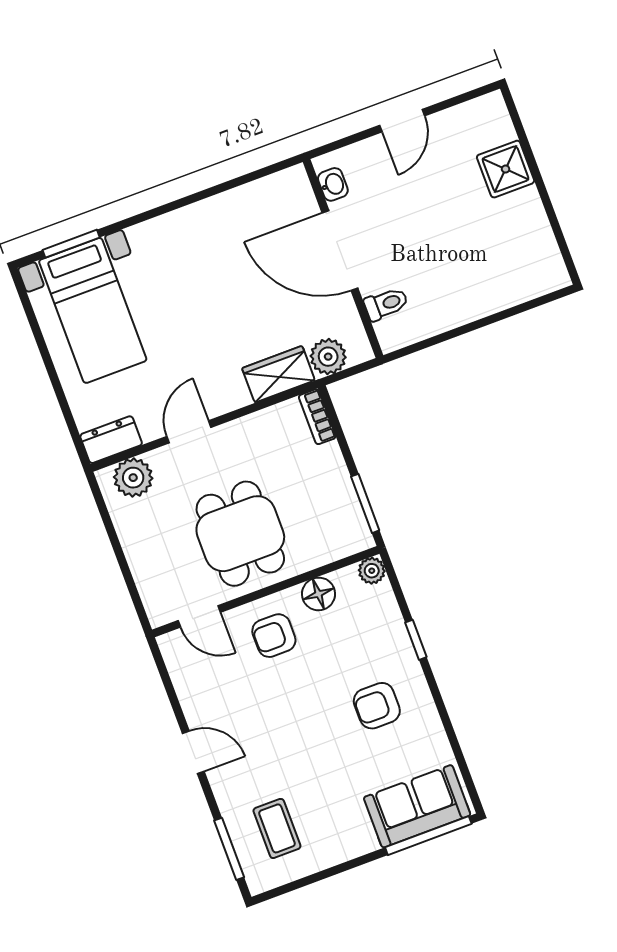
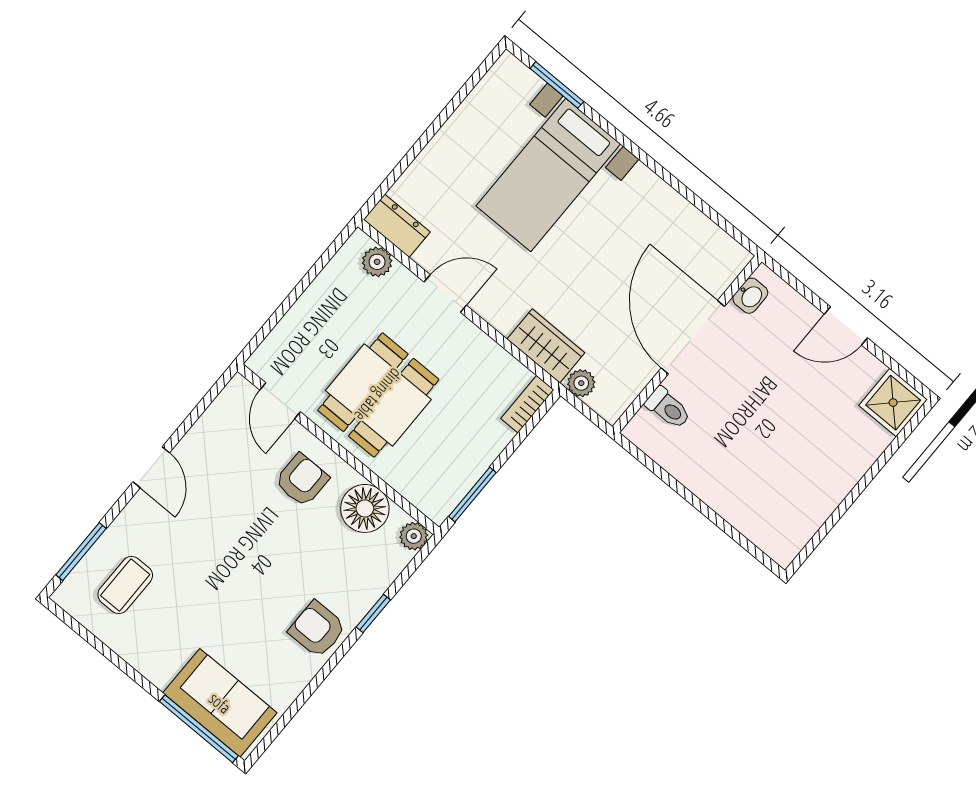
shower: (506, 169) -> (893, 403), moved
bed with nightstands: (93, 310) -> (548, 175), moved
plant: (328, 357) -> (581, 383), width x0.73, depth x0.73
plant: (133, 478) -> (377, 262), width x0.73, depth x0.73
floor lamp: (318, 594) -> (365, 508), width x1.38, depth x1.38
armchair: (274, 636) -> (302, 480), turned 90
armchair: (377, 706) -> (317, 629), moved

